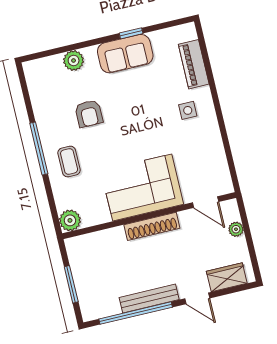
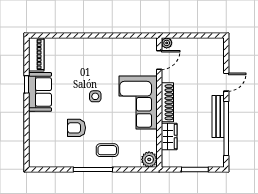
plant: (74, 61) -> (36, 130), removed
piano: (194, 64) -> (36, 54), moved, turned -90
side table: (188, 110) -> (95, 96), moved
armchair: (89, 114) -> (76, 128), turned 180
plant: (236, 229) -> (167, 43), moved
wardrobe: (227, 277) -> (169, 137), moved, turned 180

